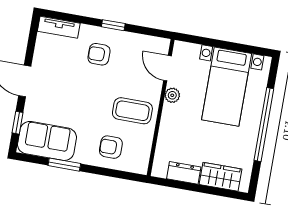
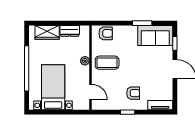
plant: (172, 95) -> (85, 61), moved
armchair: (111, 147) -> (106, 33), moved

